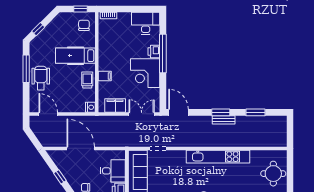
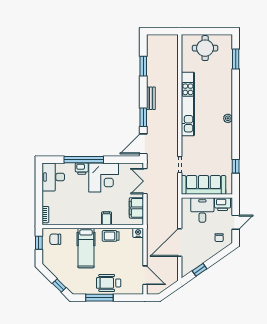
window: (221, 112) -> (143, 117), moved
door: (48, 114) -> (145, 275), swing flipped
window: (60, 177) -> (199, 270), moved

